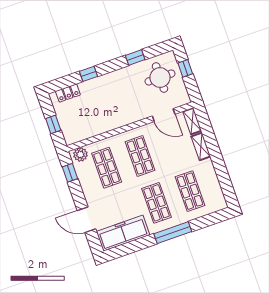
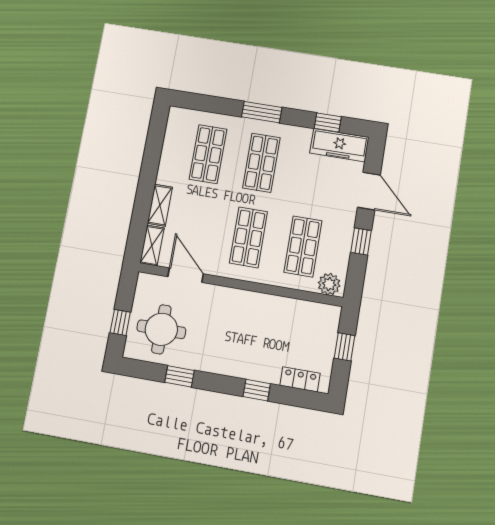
window: (70, 173) -> (361, 241), moved
freezer: (123, 233) -> (339, 145), width x0.73, depth x0.79
window: (173, 233) -> (262, 112), width x0.69
window: (131, 247) -> (328, 122), added

